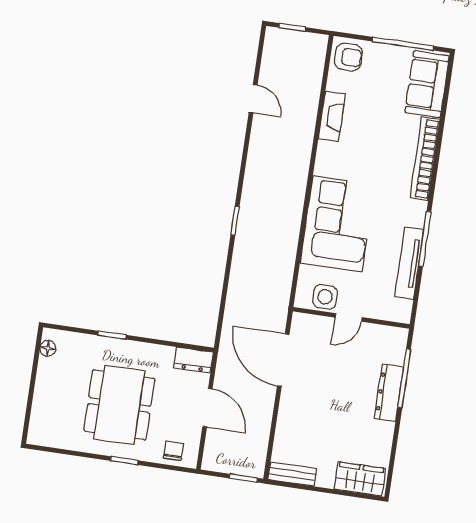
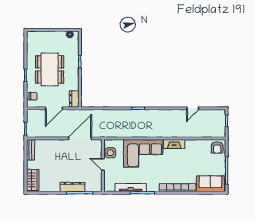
fireplace: (332, 116) -> (174, 144), moved
dining table: (119, 405) -> (50, 69), turned 90

